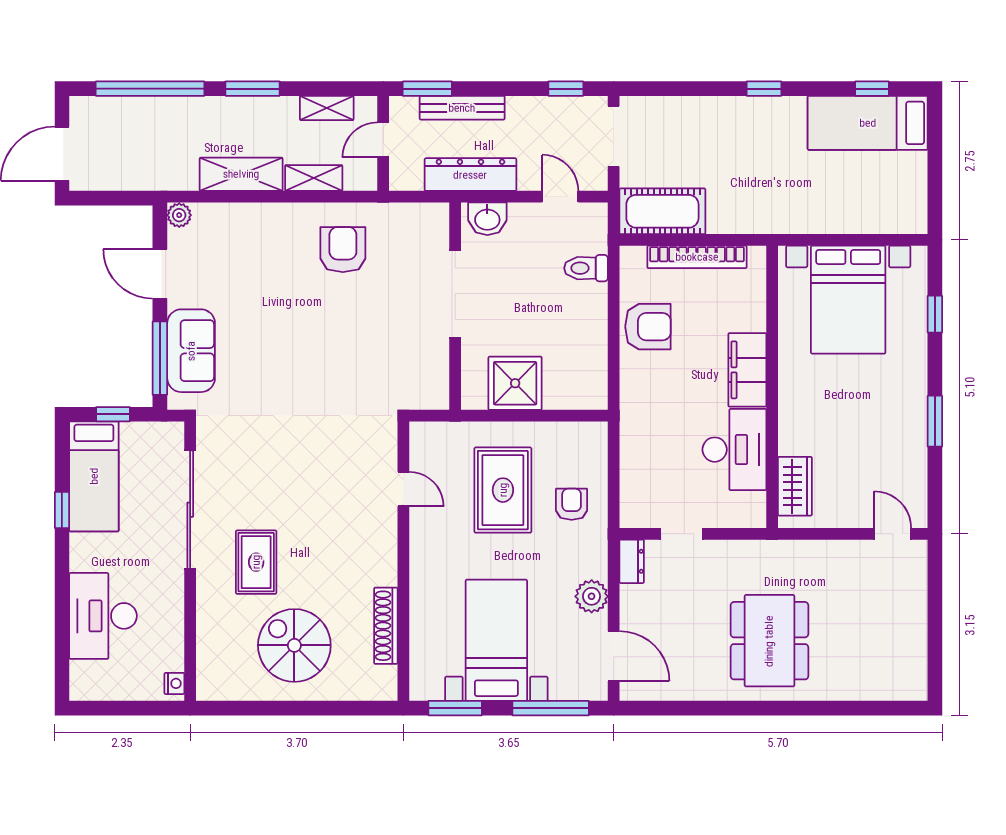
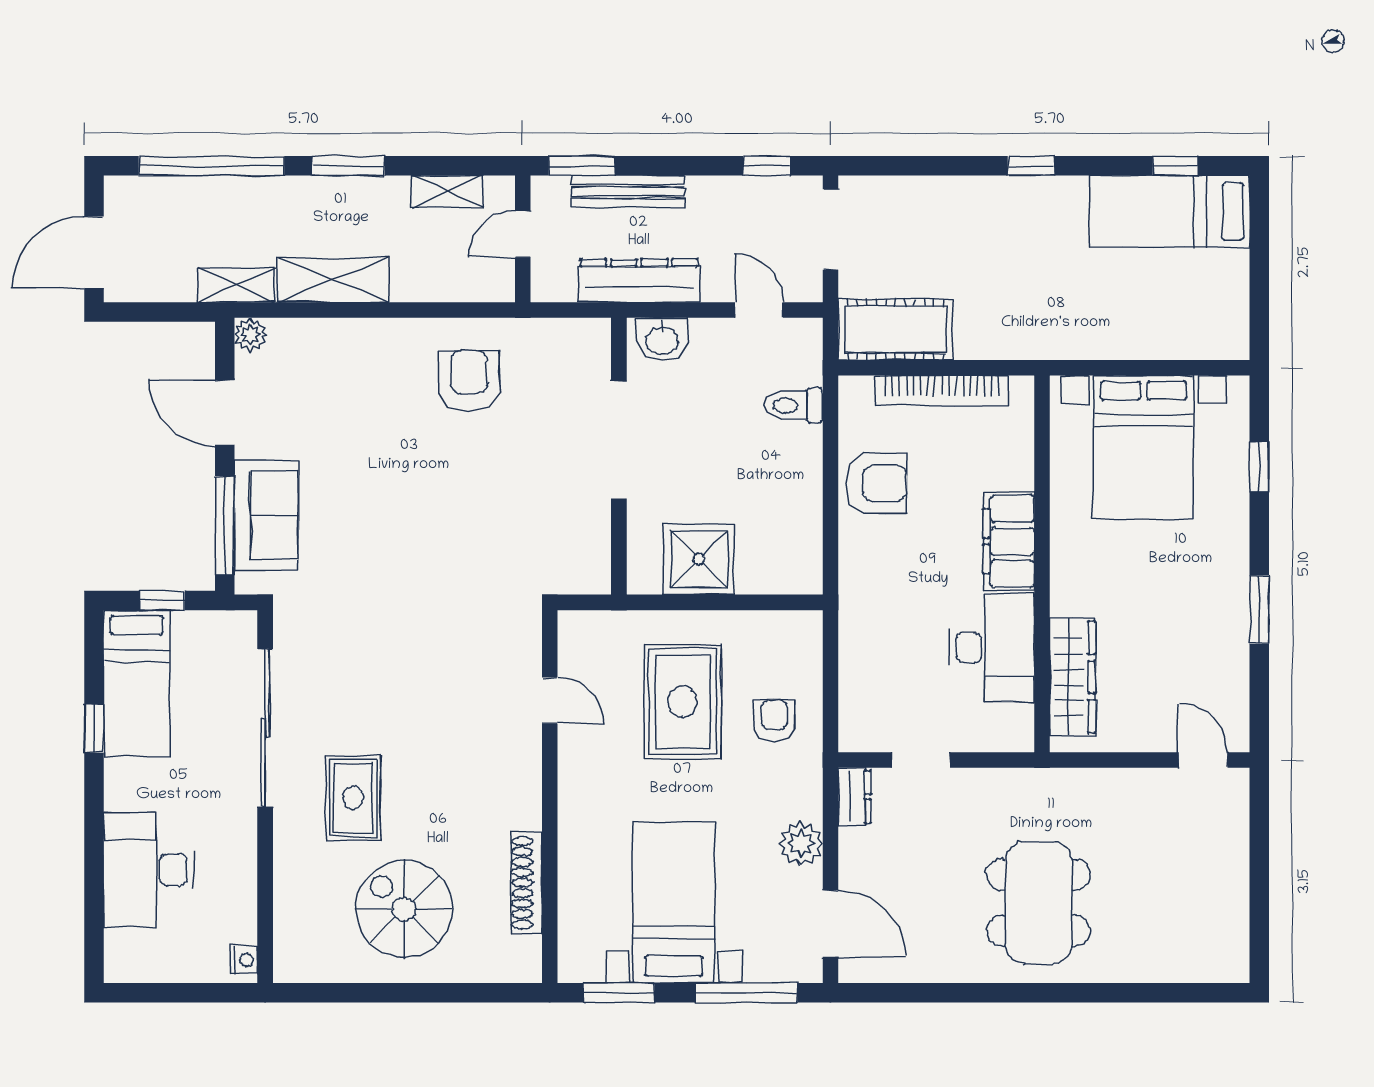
shelving: (314, 178) -> (236, 285), moved
wardrobe: (795, 486) -> (1072, 677), width x1.50

